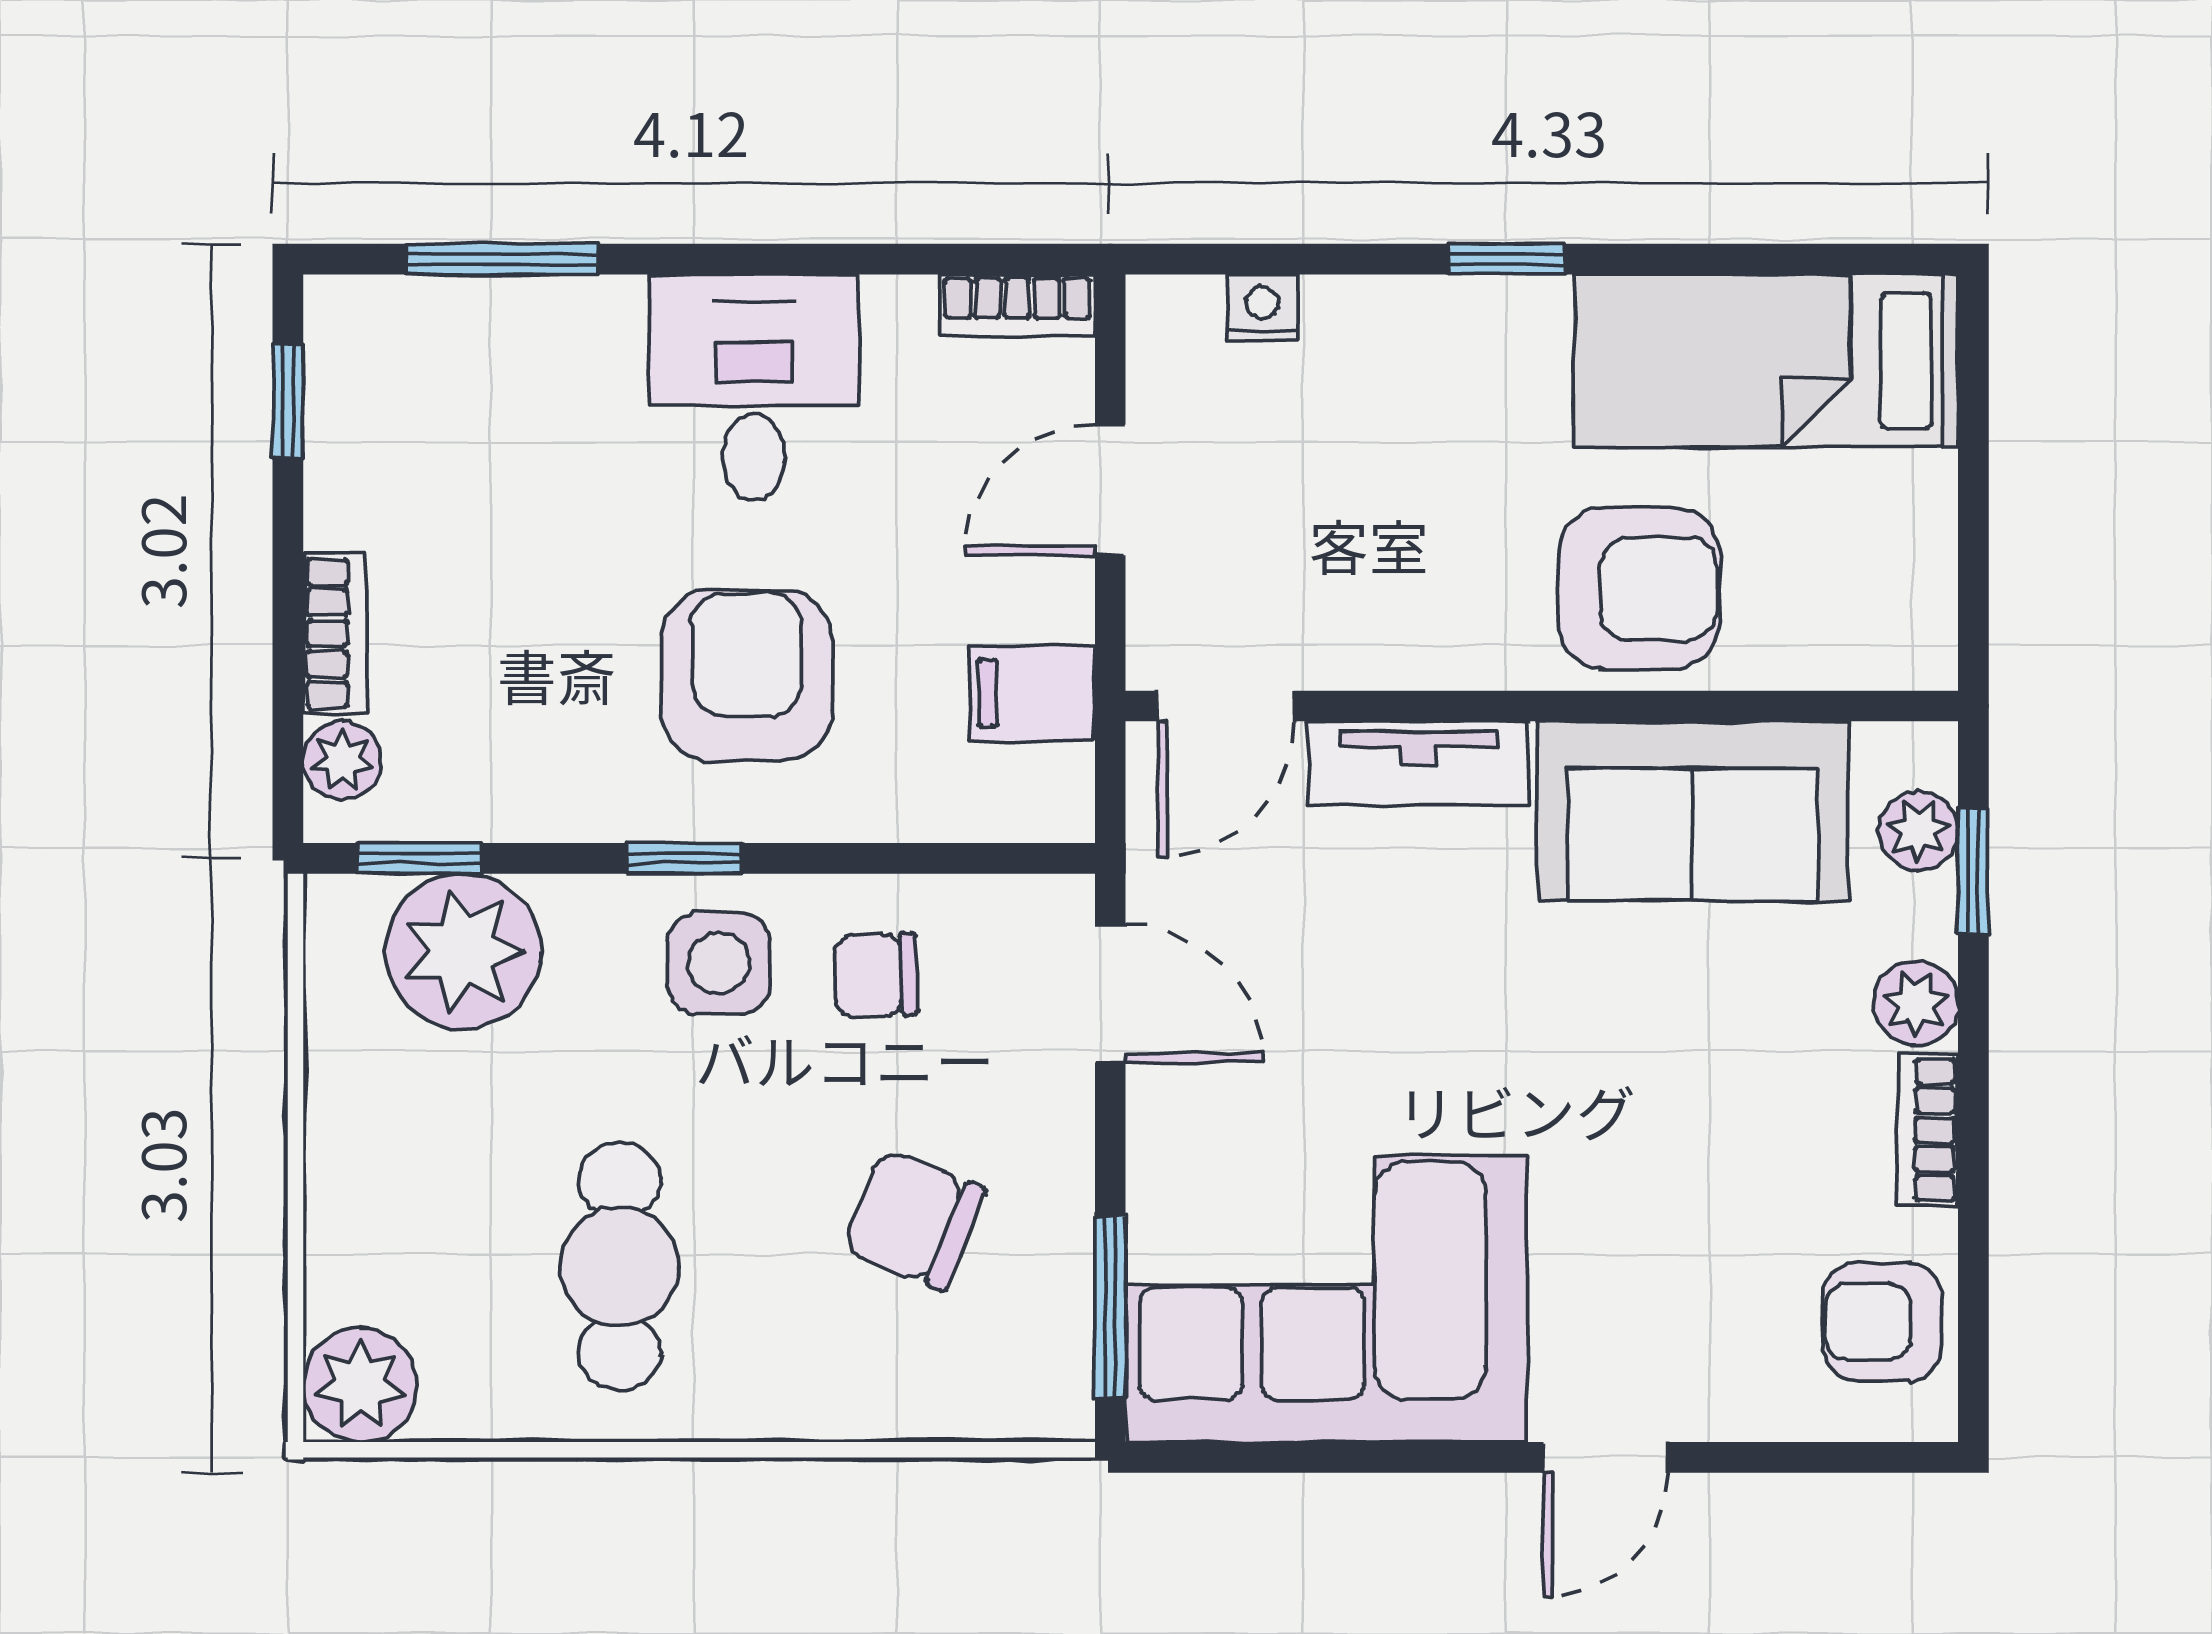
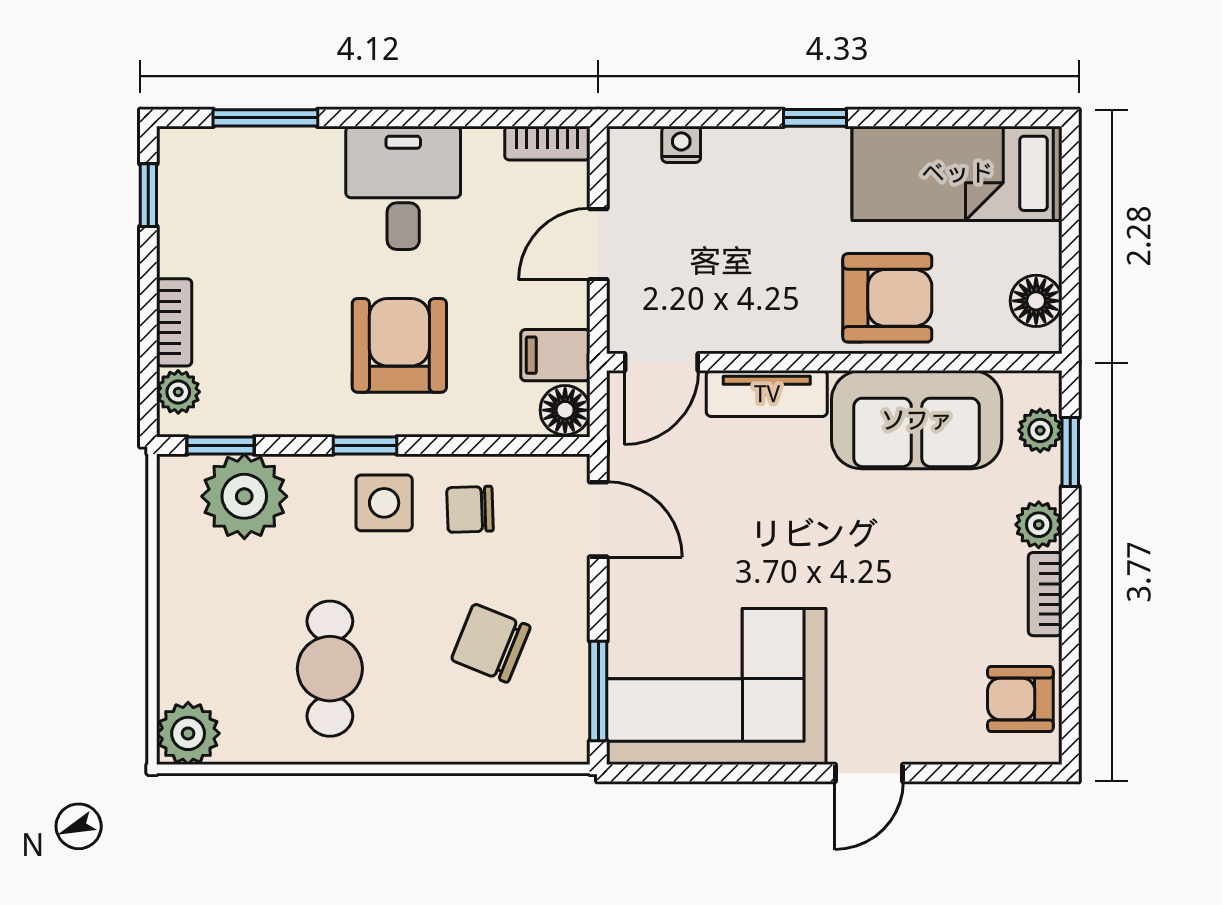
floor lamp: (1911, 594) -> (1036, 301), added
floor lamp: (1050, 794) -> (565, 410), added

